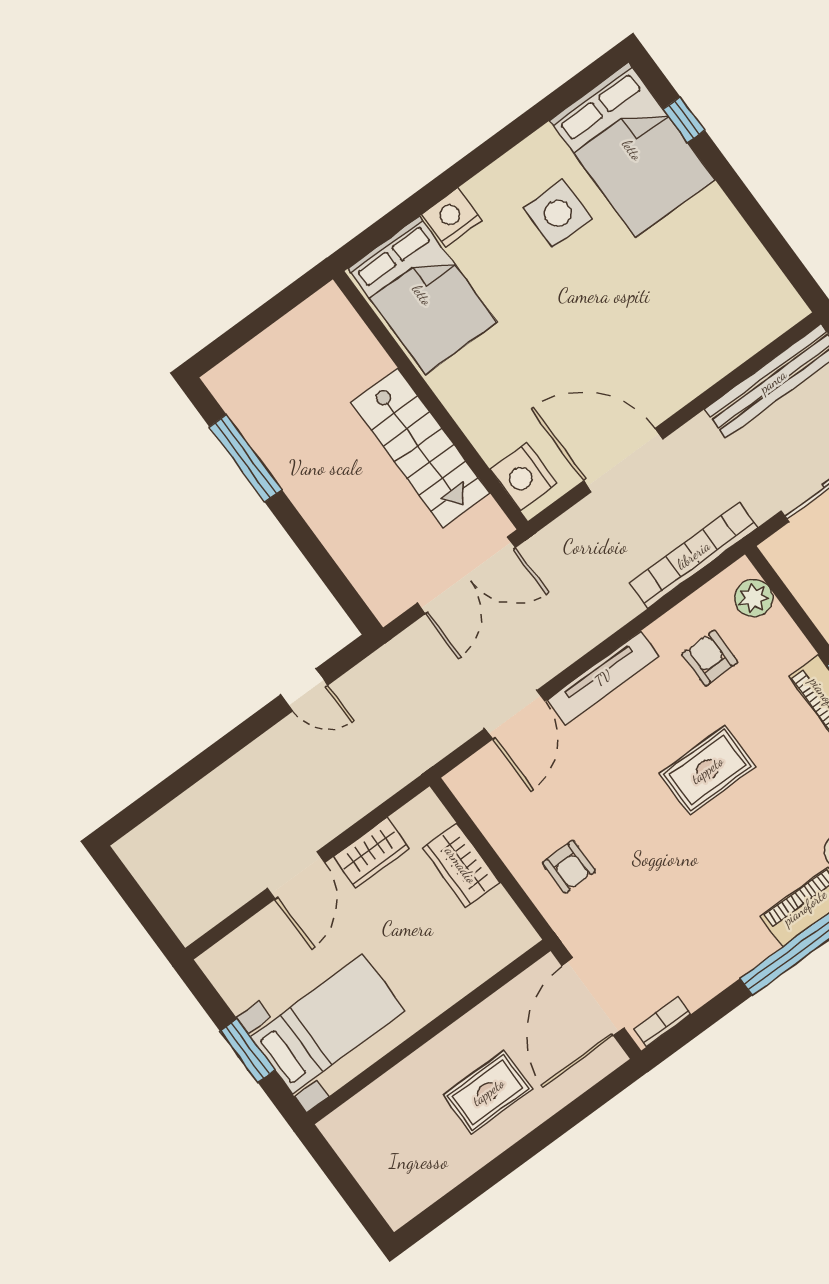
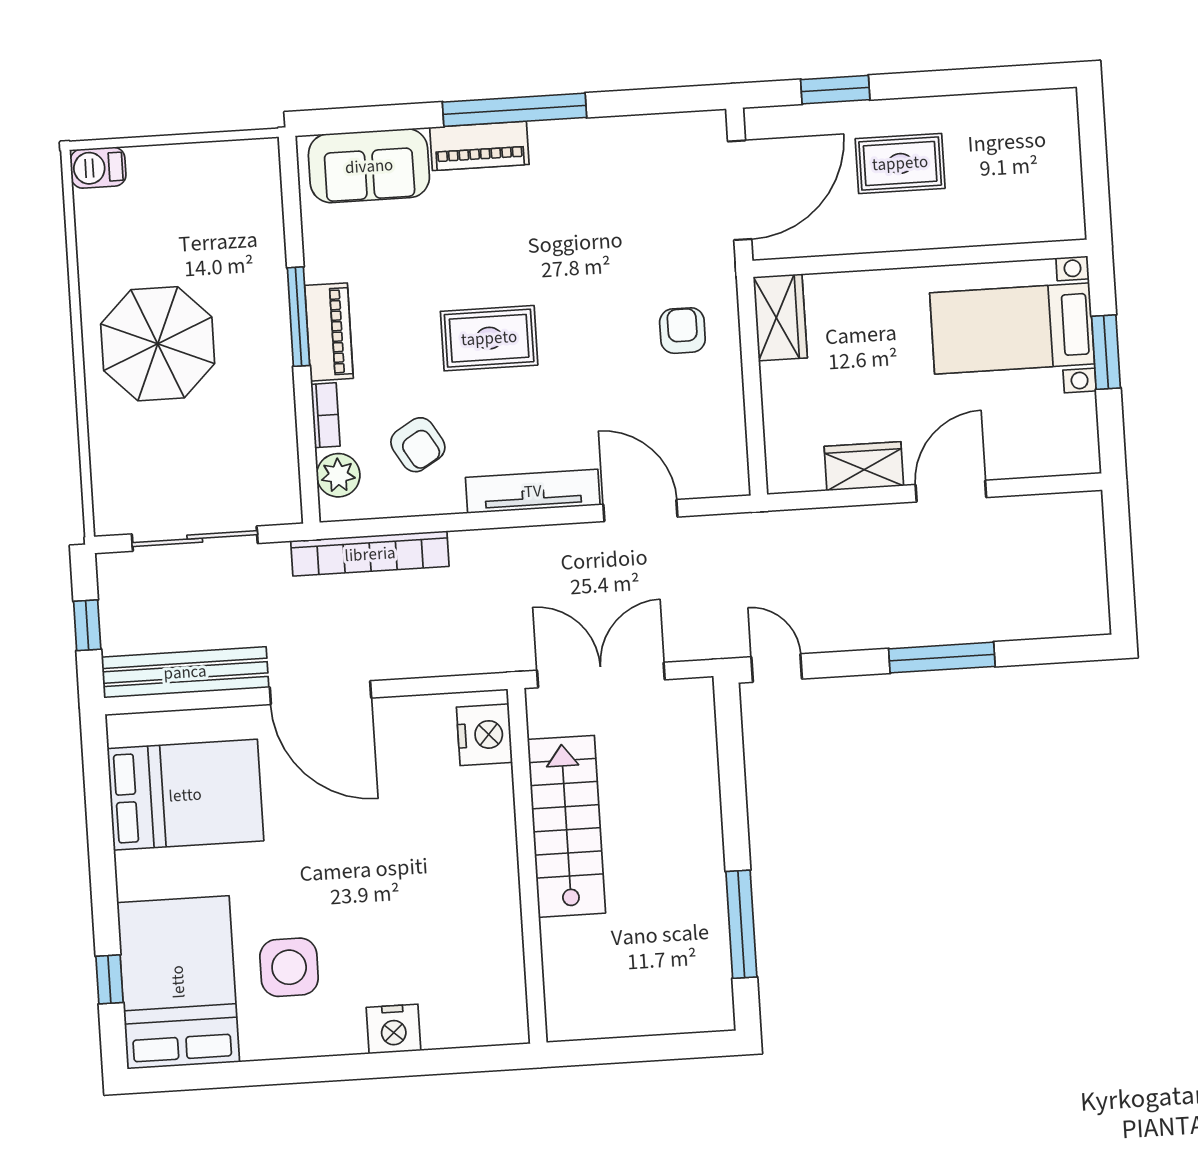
bed: (422, 295) -> (185, 795), moved, turned 90
door: (623, 460) -> (321, 693), moved
armchair: (710, 658) -> (418, 445), turned -31
door: (304, 690) -> (777, 668), moved
door: (515, 715) -> (640, 511), hinge flipped
window: (224, 749) -> (942, 658), added
wardrobe: (461, 865) -> (780, 317), moved
bookcase: (662, 1022) -> (325, 415), moved, turned -90
window: (570, 1116) -> (835, 90), added

